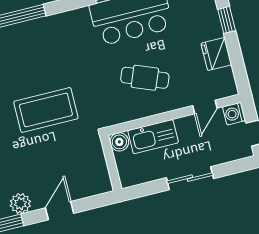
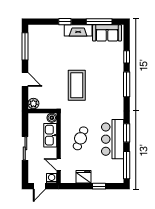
plant: (20, 203) -> (33, 104), moved

